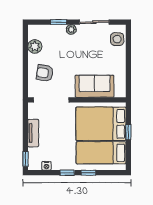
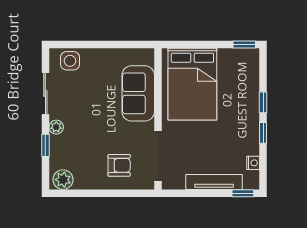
plant: (35, 46) -> (63, 180), moved
armchair: (45, 73) -> (119, 165), turned -99
window: (128, 132) -> (244, 44), moved
tv unit: (33, 133) -> (214, 182), width x1.41
bed: (101, 153) -> (234, 84), removed

